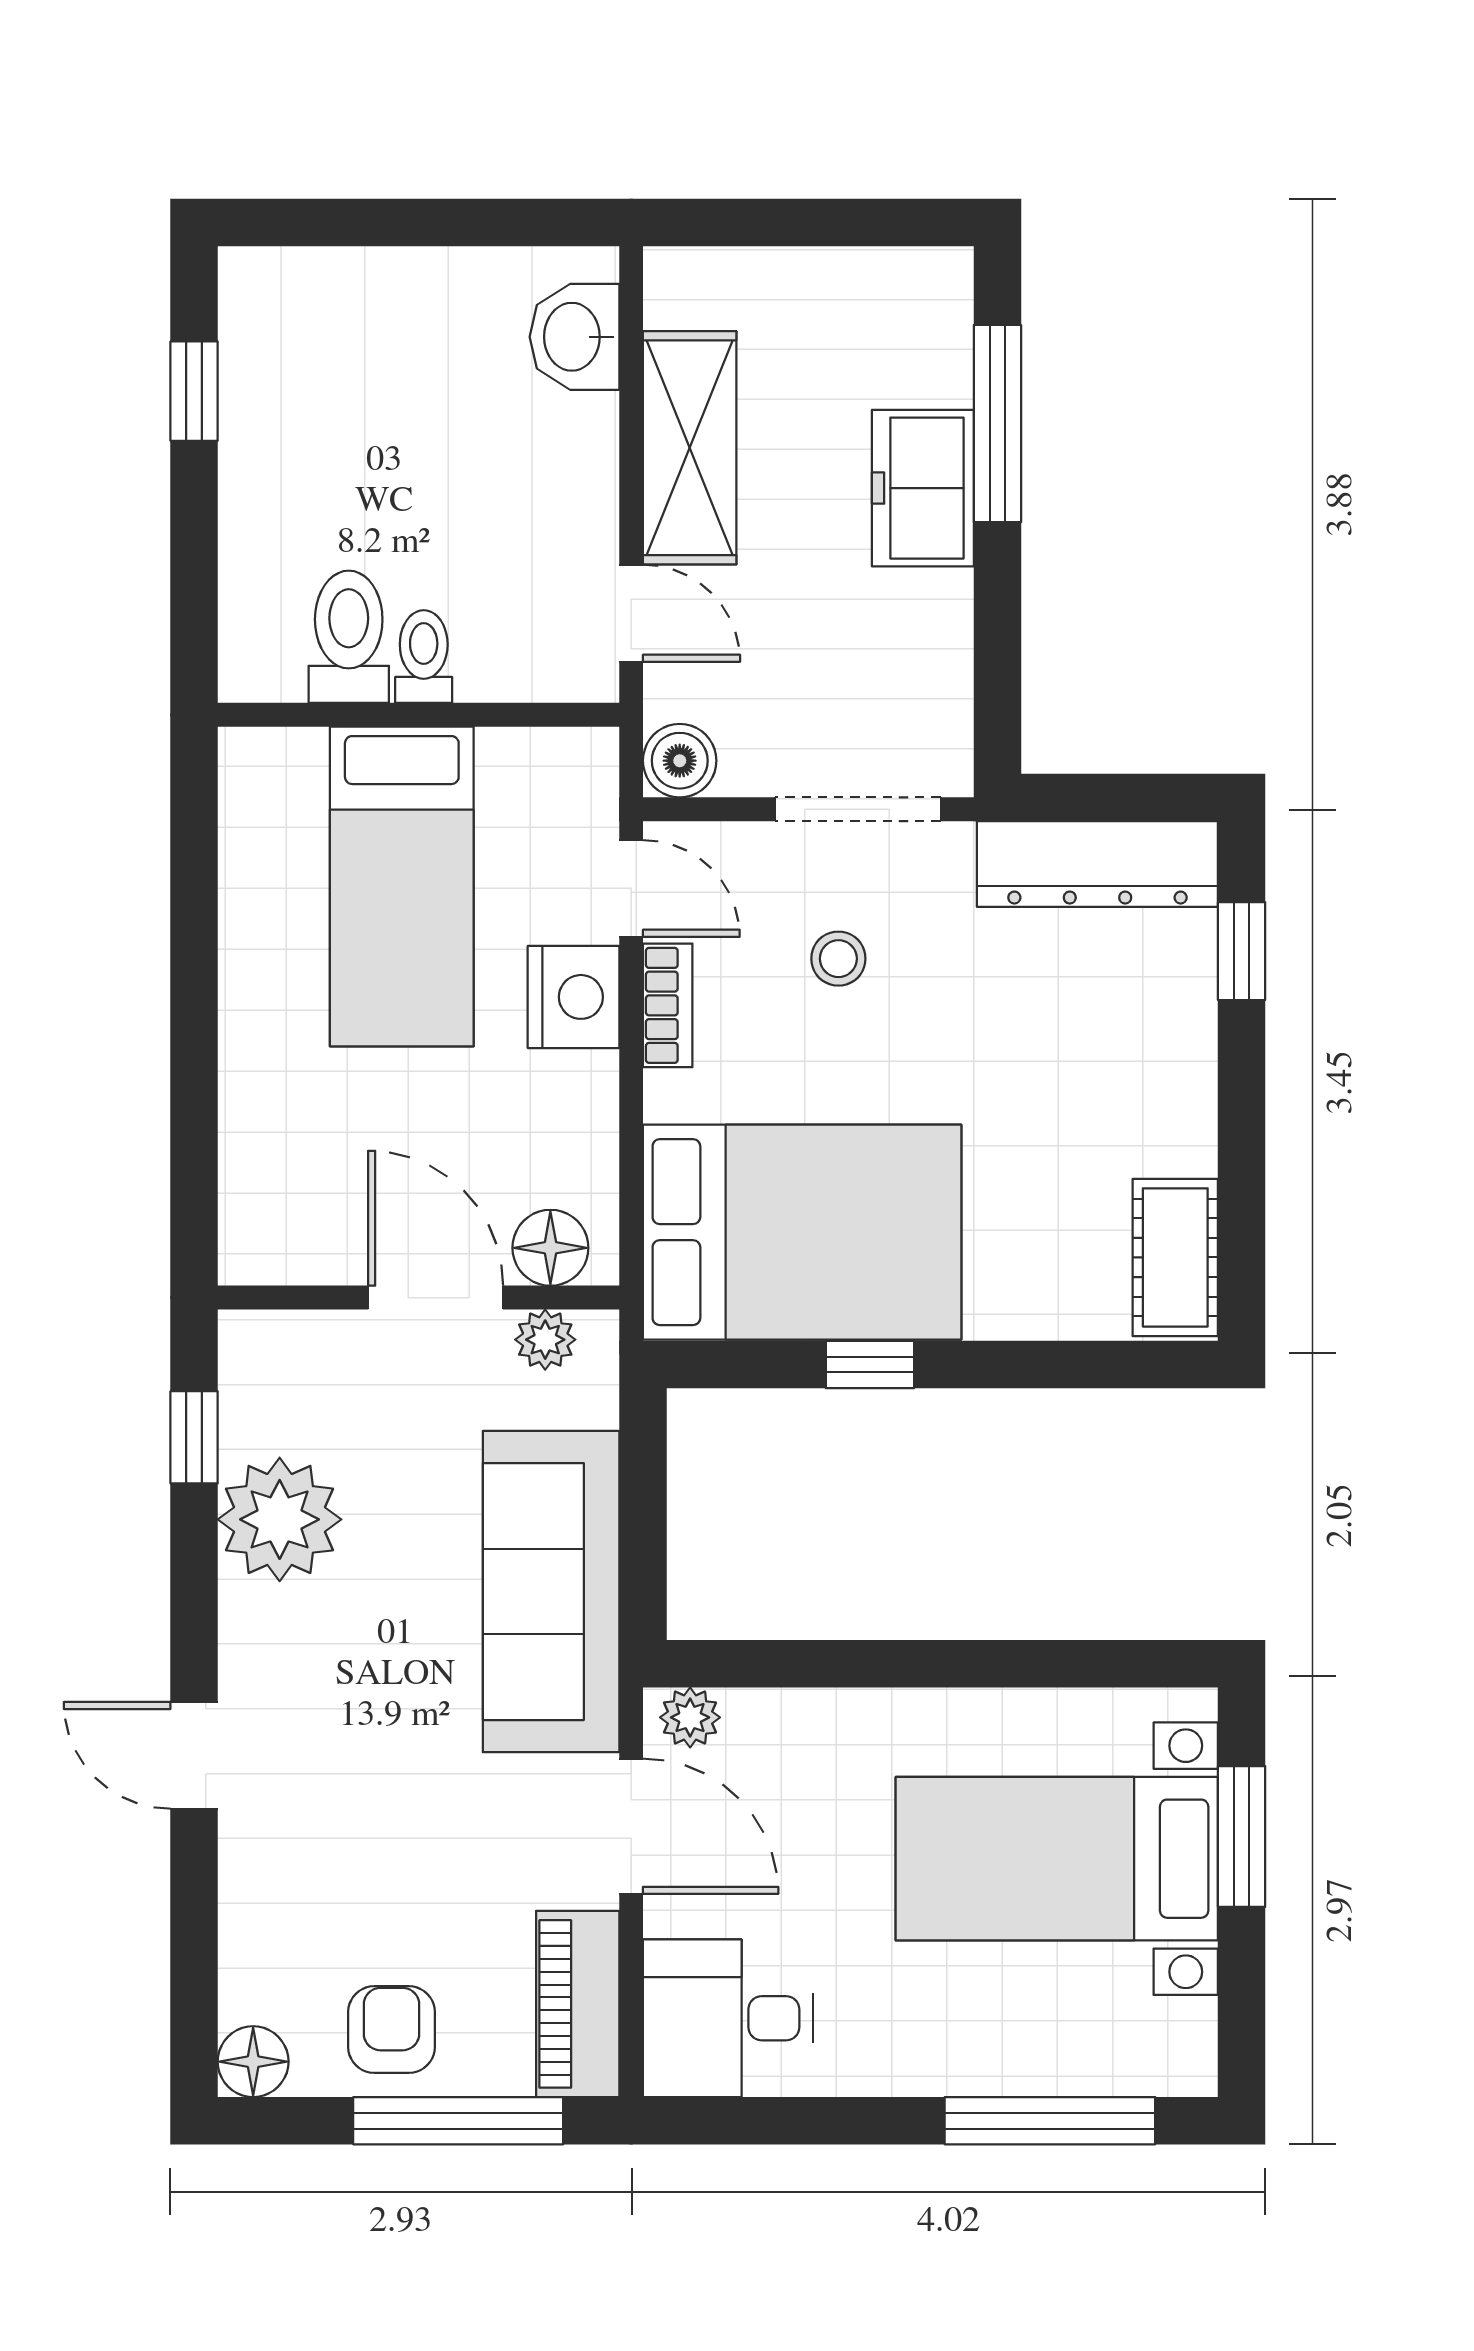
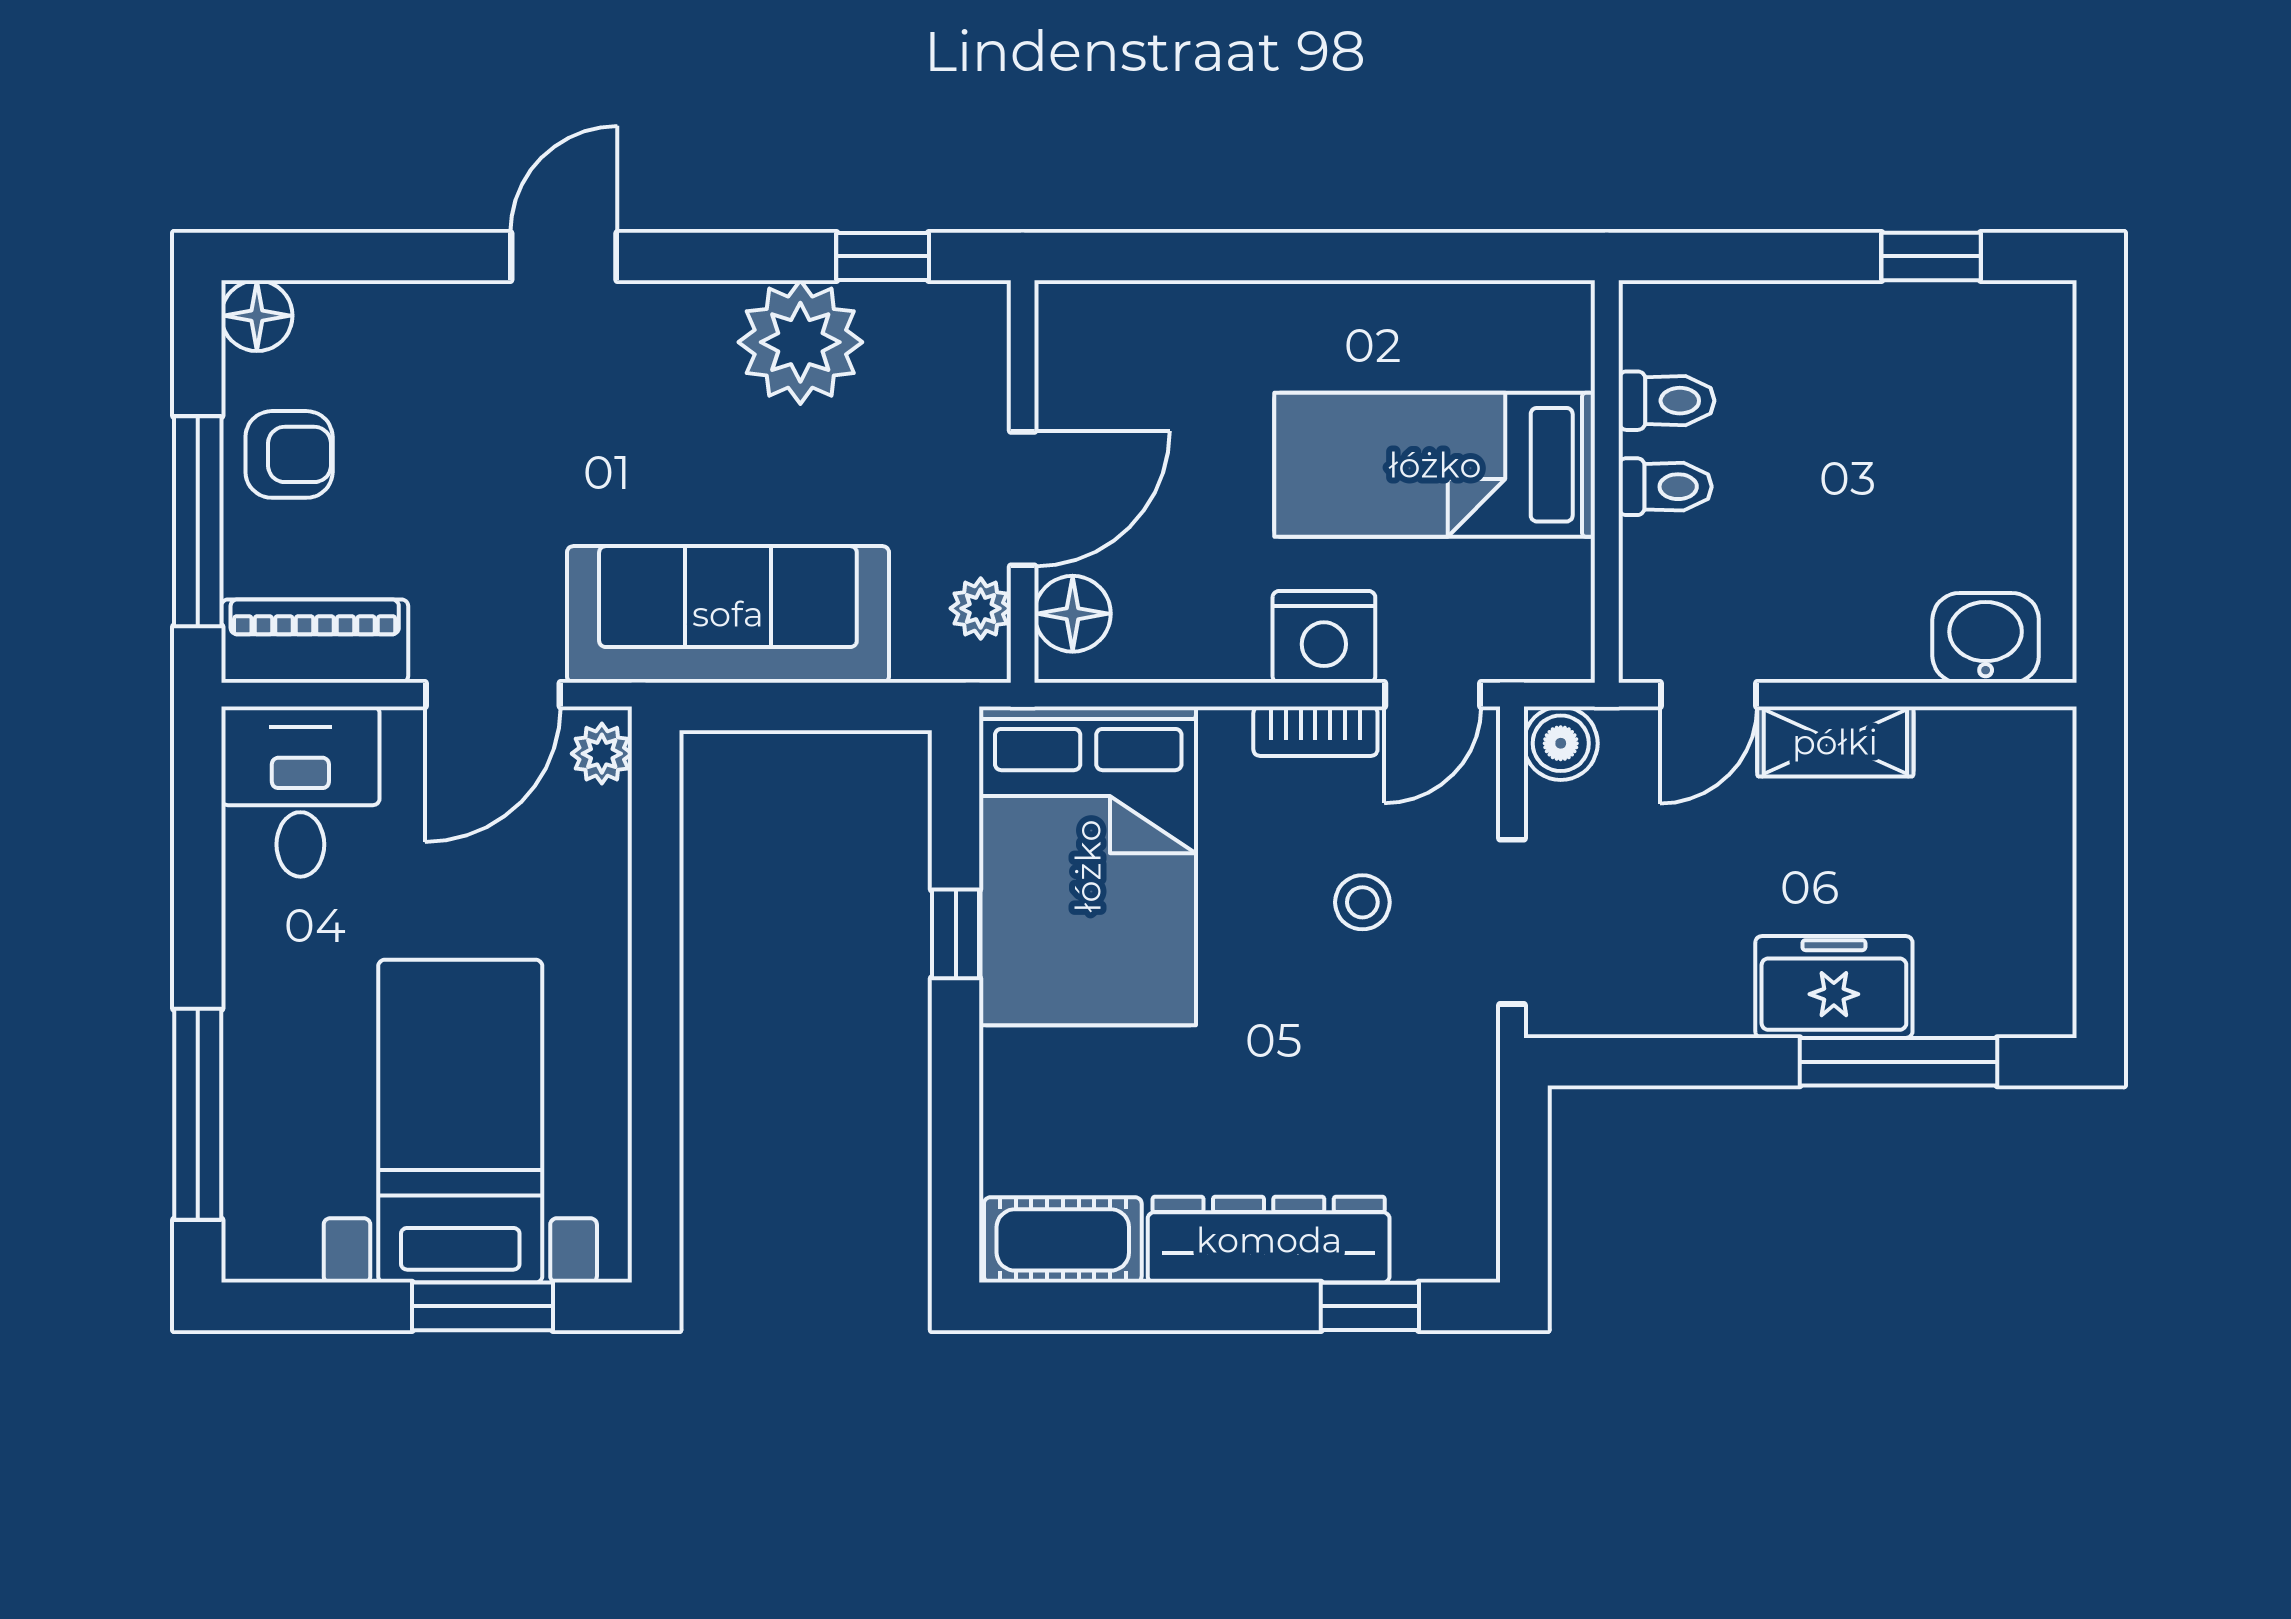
shelving: (690, 448) -> (1835, 742), width x0.67, depth x0.75
toilet: (349, 637) -> (1666, 401), width x0.73, depth x0.72
dresser: (1097, 864) -> (1269, 1240), moved, turned 90

